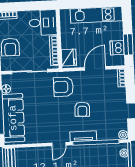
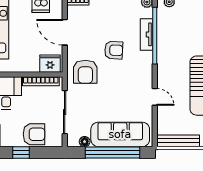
tv unit: (83, 136) -> (147, 34), moved
door: (59, 144) -> (155, 97), moved

